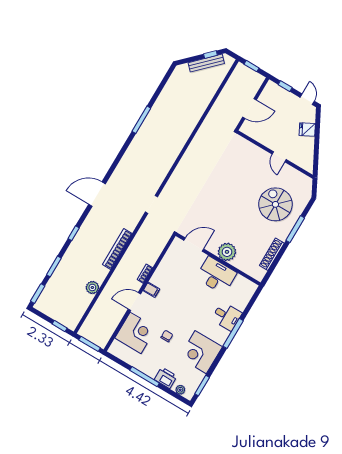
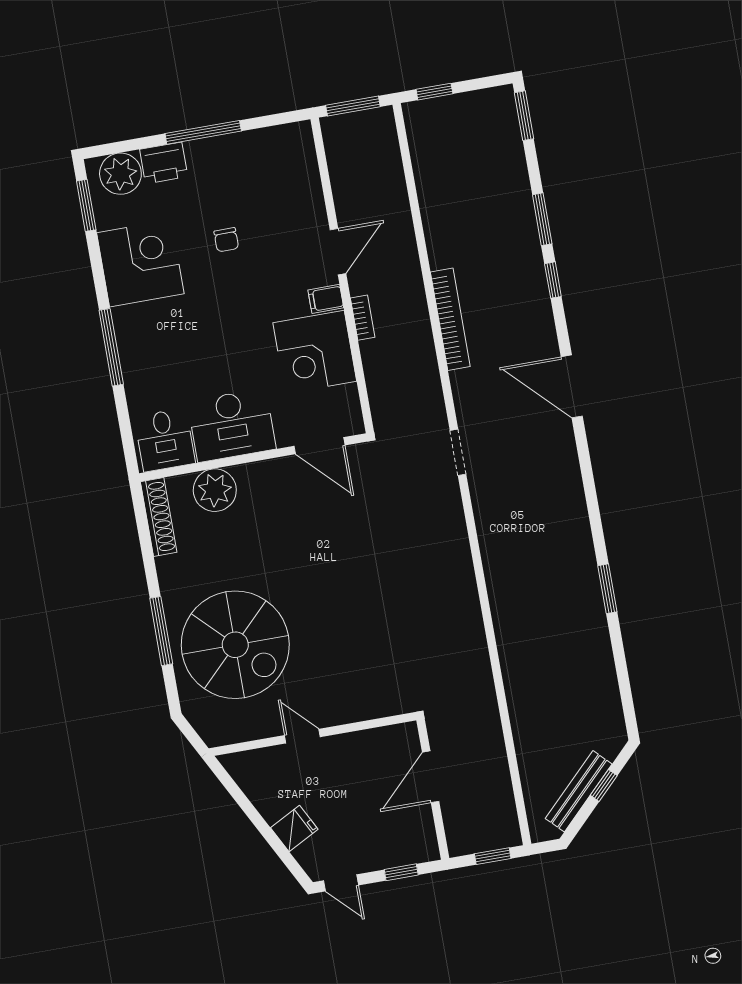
window: (210, 55) -> (604, 785), moved
window: (141, 120) -> (607, 589), width x0.69
door: (97, 194) -> (572, 386), swing flipped
spiral stairs: (275, 204) -> (235, 645), width x1.37, depth x1.37
door: (194, 245) -> (320, 446), hinge flipped
plant: (227, 252) -> (215, 490), moved
shoe rack: (272, 254) -> (159, 517), moved
window: (54, 266) -> (542, 219), moved
plant: (92, 287) -> (435, 211), removed
desk: (227, 316) -> (165, 440), moved, turned -90
corner desk: (135, 333) -> (315, 352), moved
plant: (180, 390) -> (120, 174), width x1.88, depth x1.88

